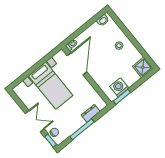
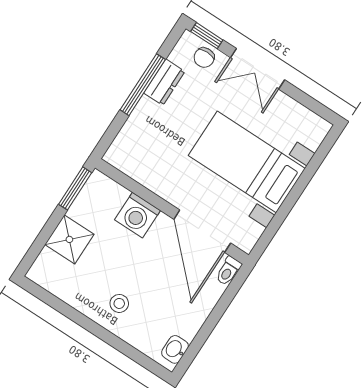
shower: (143, 67) -> (69, 239), moved
washing machine: (119, 87) -> (138, 215), moved, turned 90
dresser: (91, 113) -> (164, 82), moved

